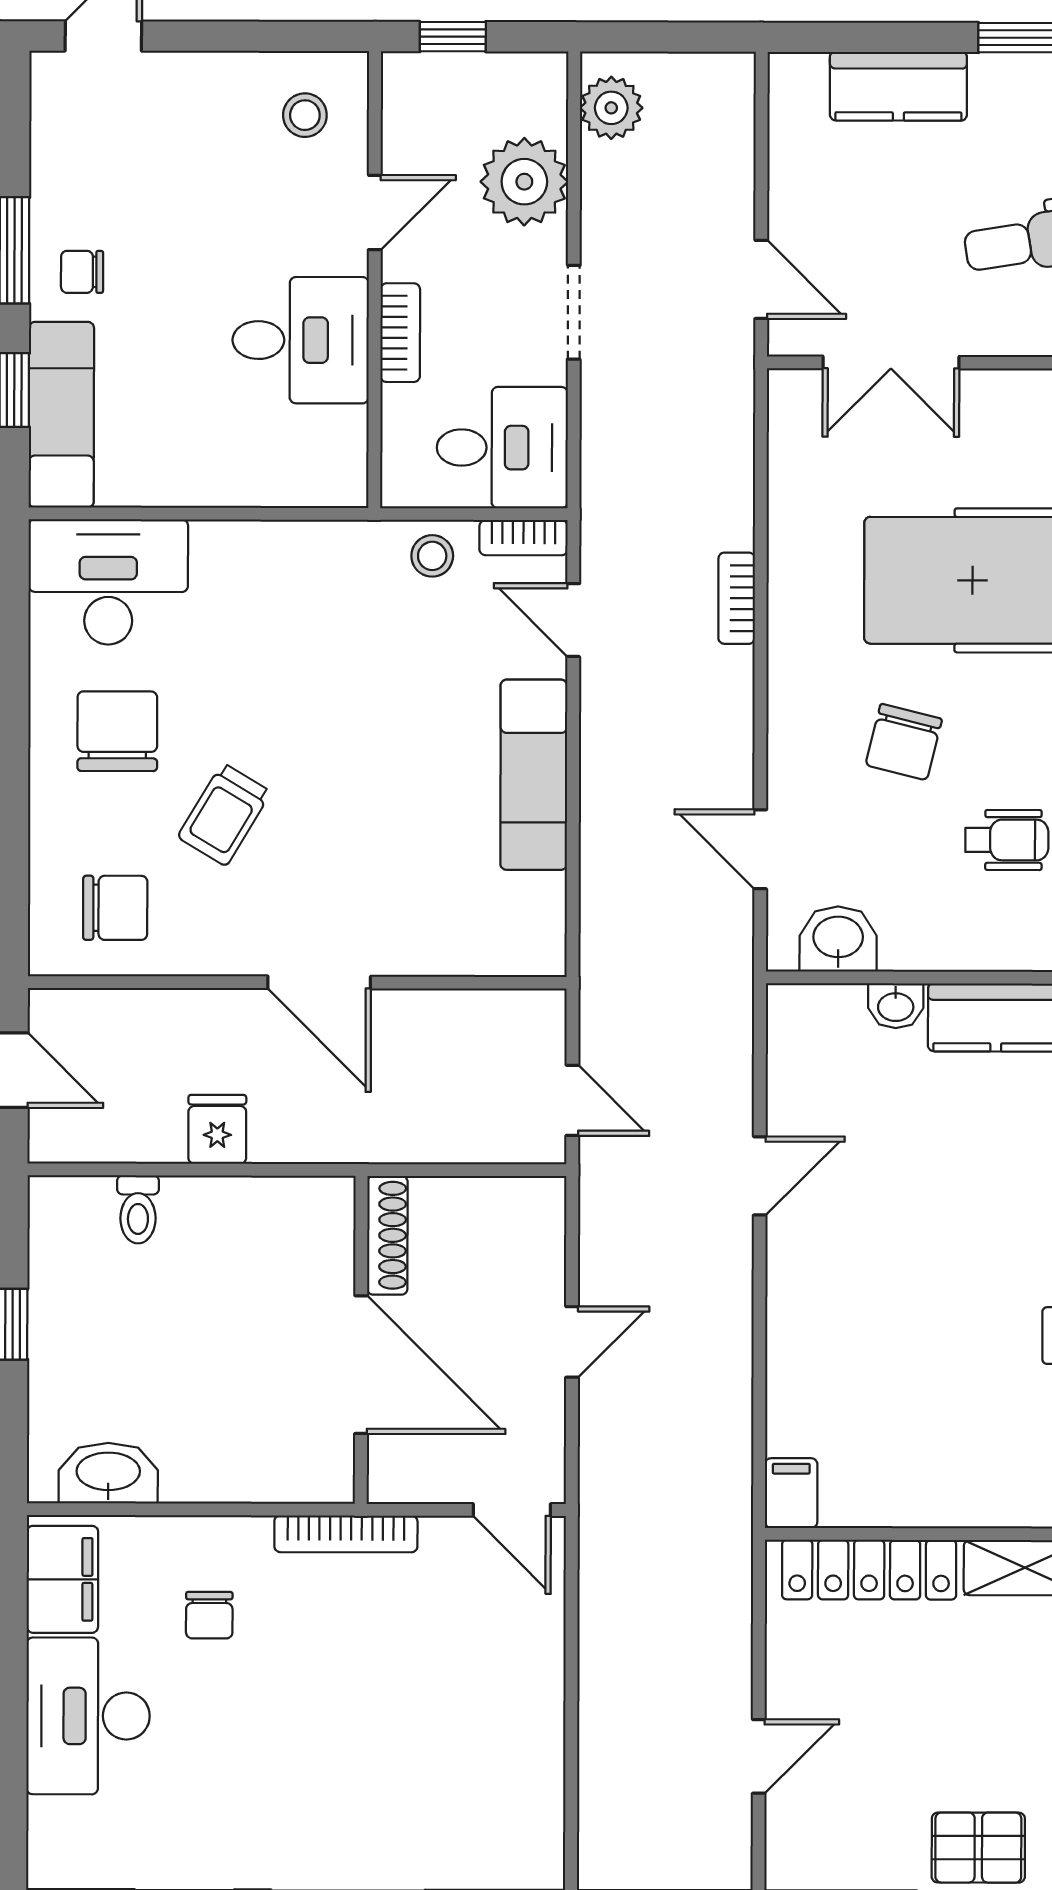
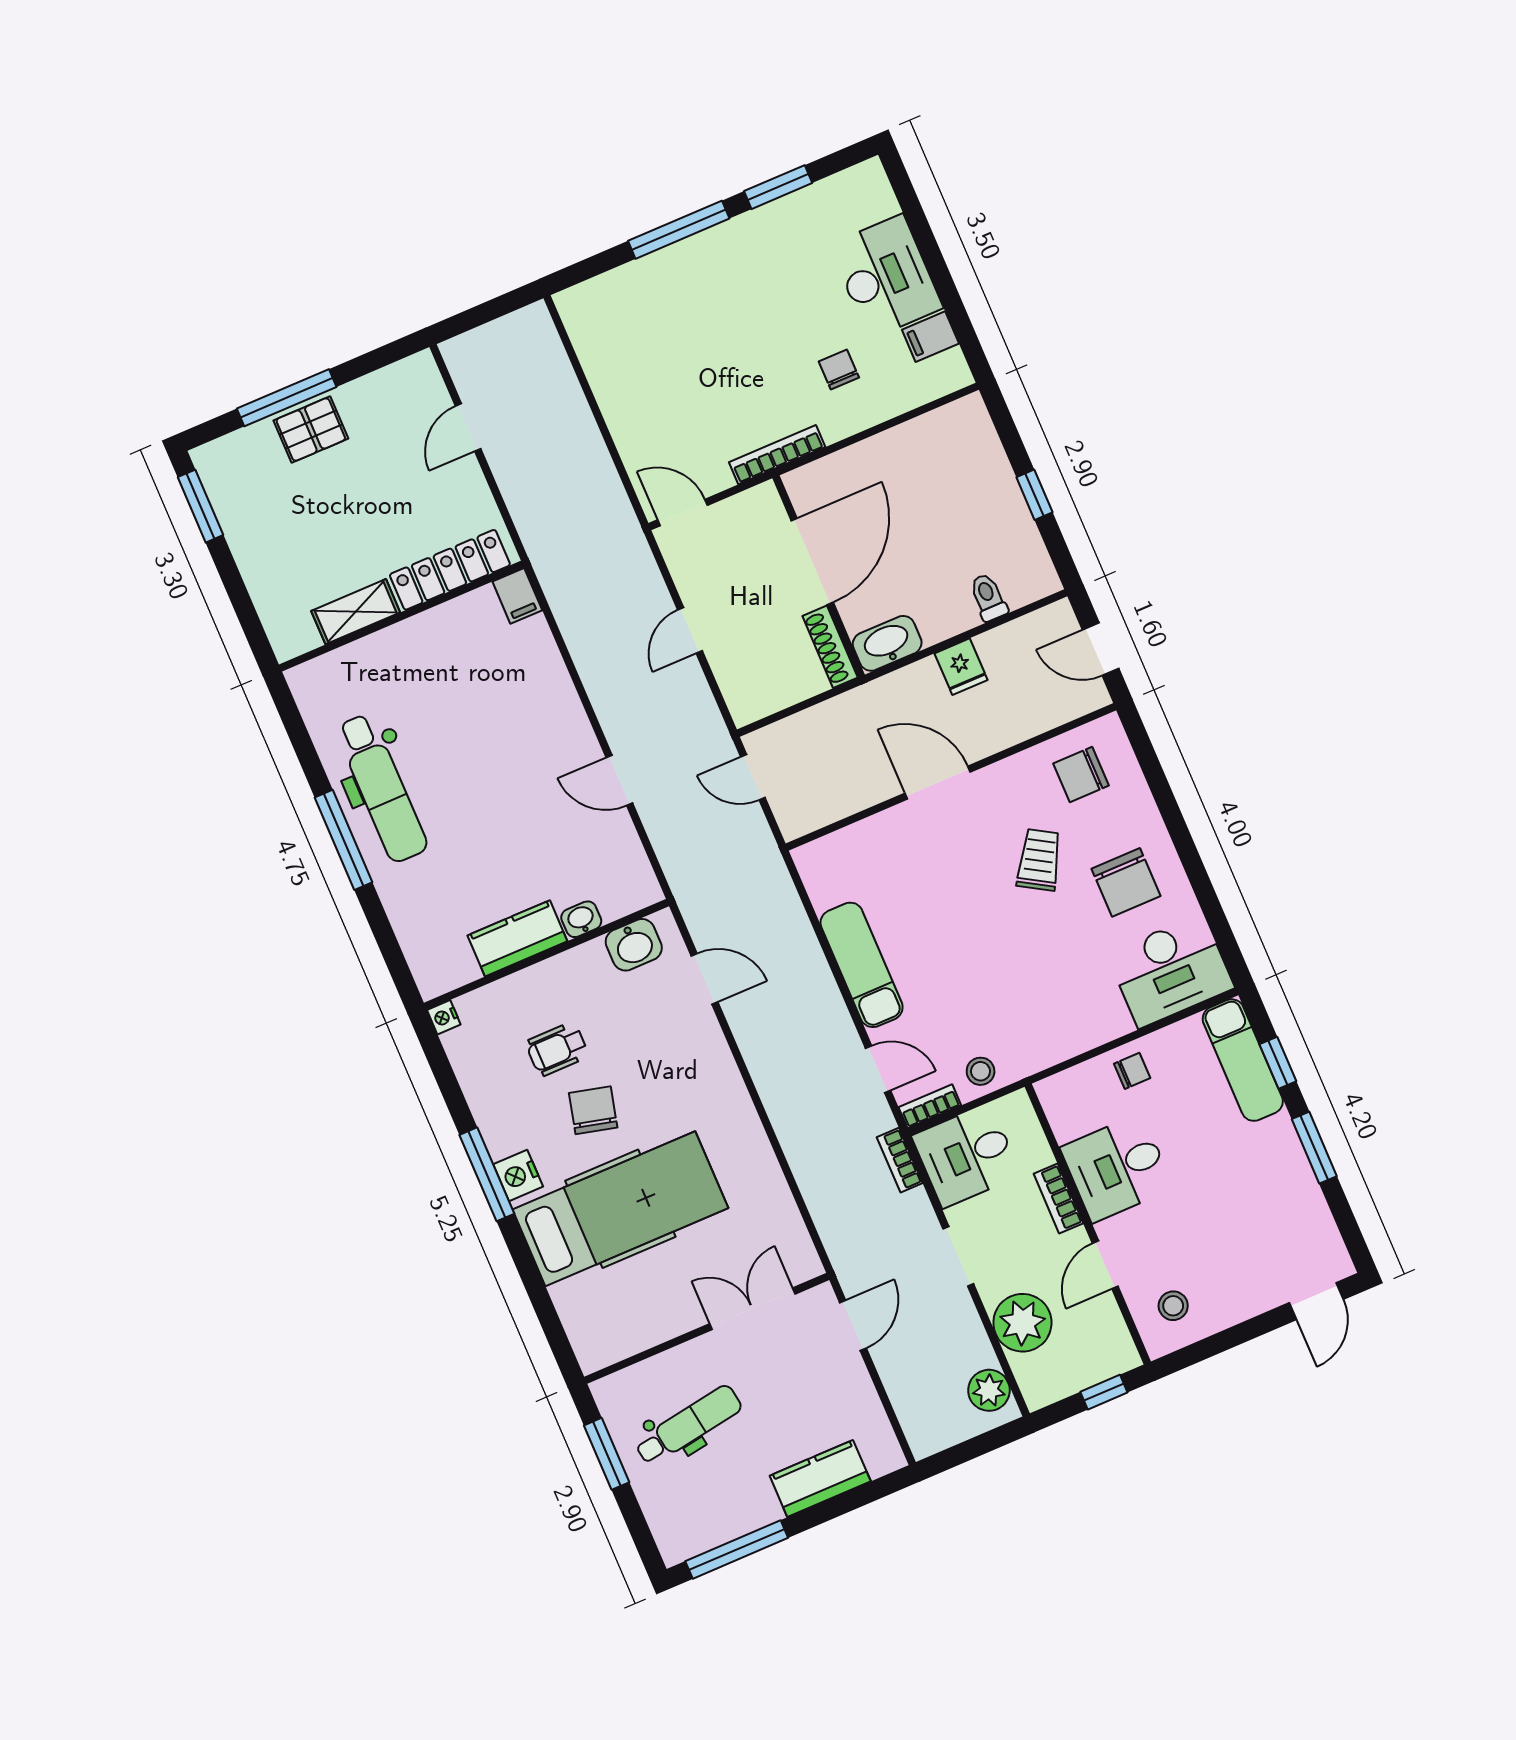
chair: (82, 272) -> (1132, 1071), moved
door: (761, 279) -> (853, 1325), swing flipped
bookcase: (737, 598) -> (900, 1160), moved, turned 180
chair: (904, 742) -> (593, 1110), moved
door: (760, 1176) -> (619, 780), hinge flipped
door: (361, 1365) -> (812, 561), swing flipped
washbasin: (108, 1473) -> (887, 643), moved, turned 180
filing cabinet: (62, 1579) -> (930, 337), width x0.50

